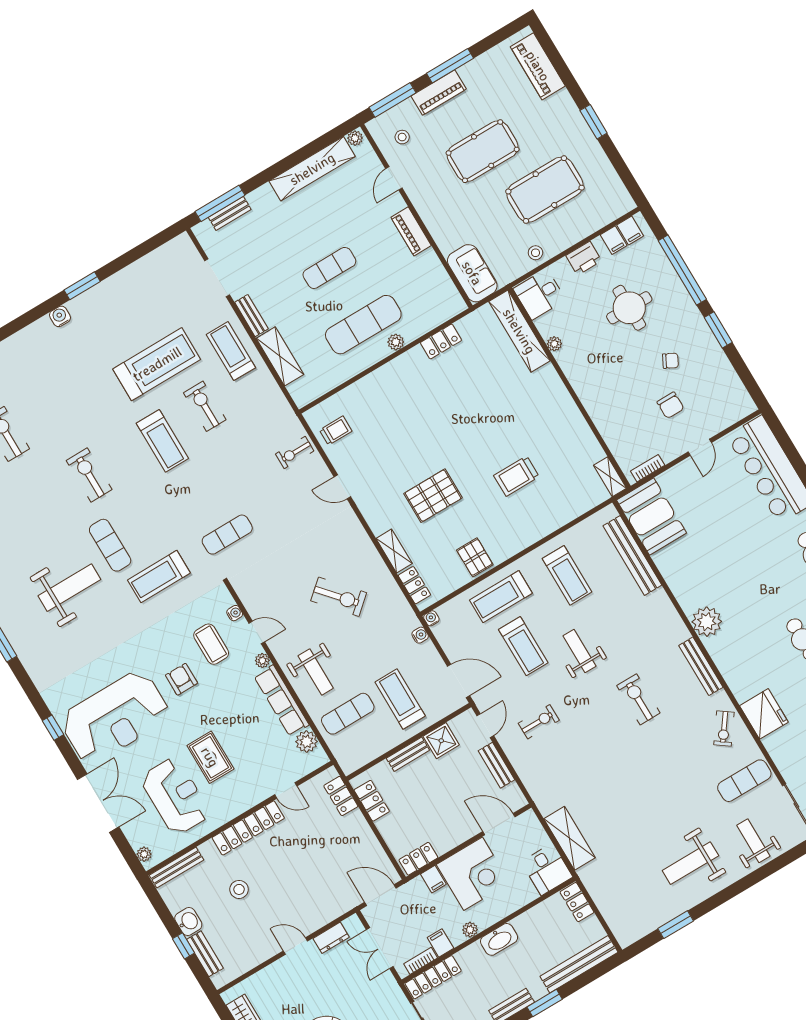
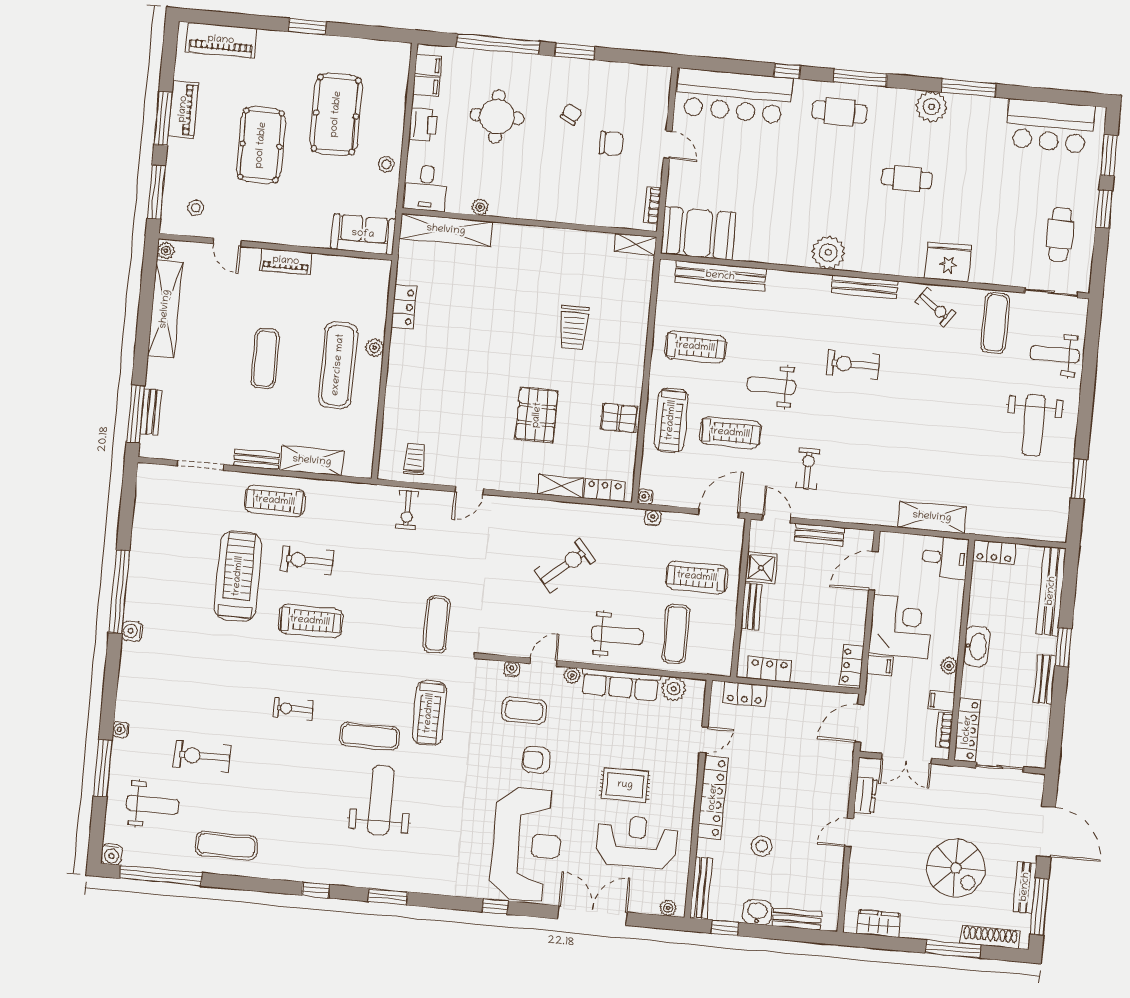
piano: (439, 93) -> (183, 109), moved
window: (82, 286) -> (119, 591), width x2.11
exercise bike: (89, 475) -> (293, 709), width x0.73, depth x0.72
window: (184, 946) -> (725, 928), moved

